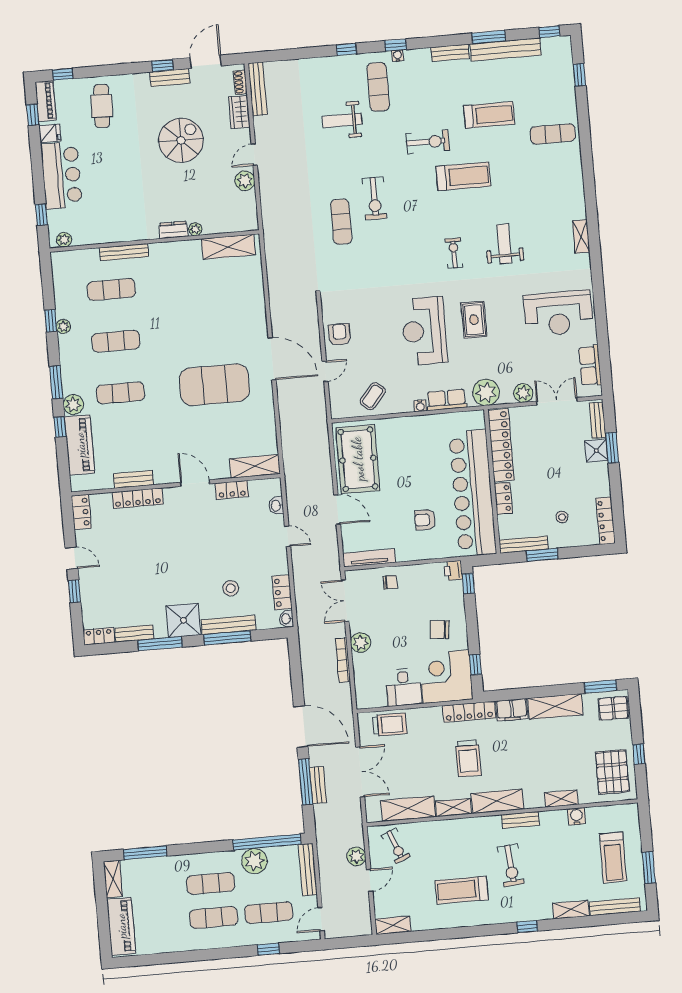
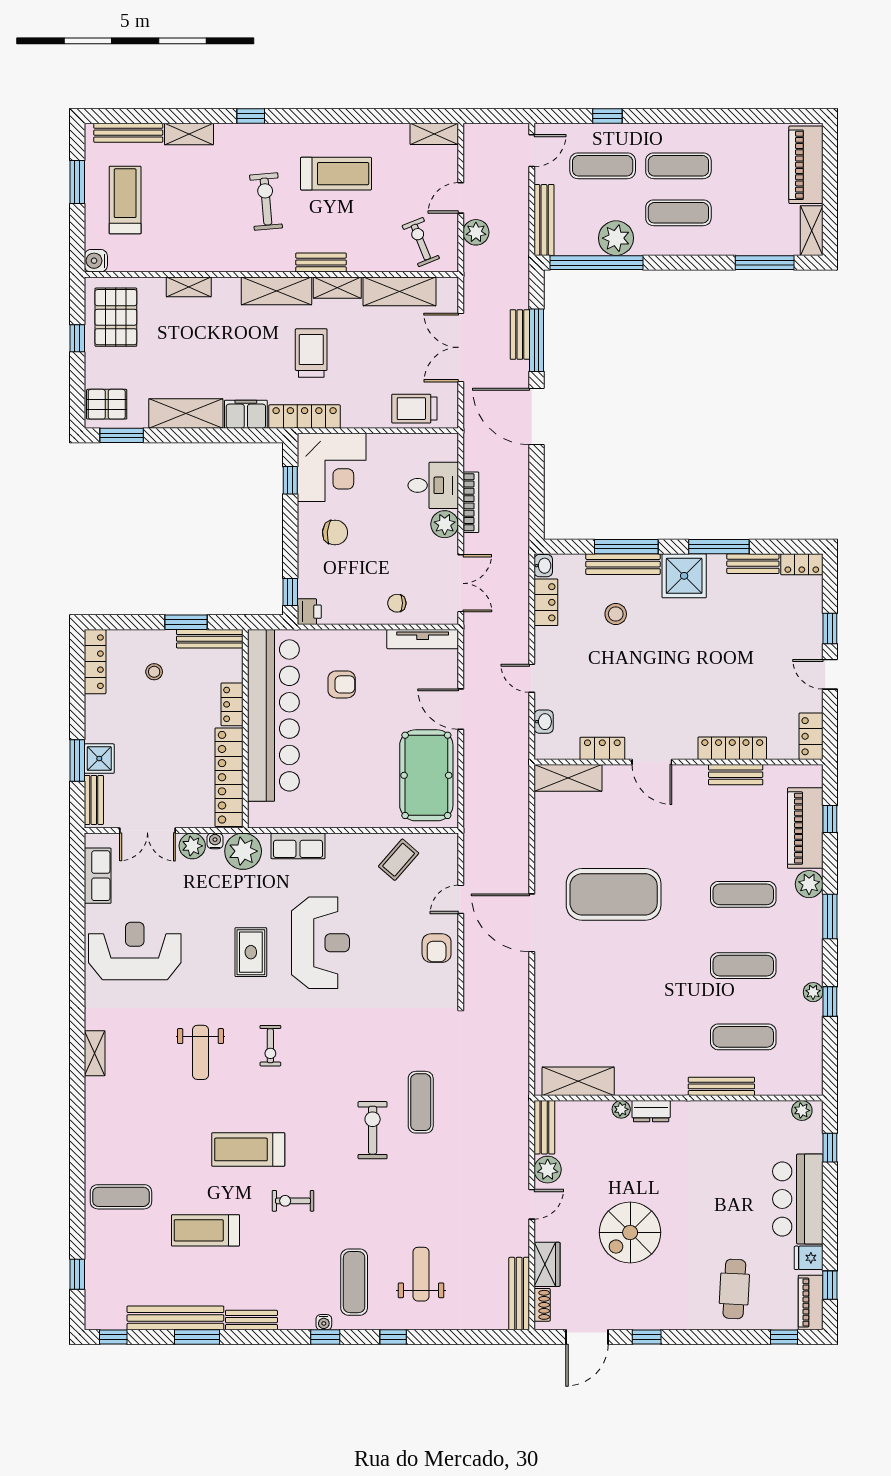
bench: (170, 78) -> (544, 1127), moved, turned 90
weight bench: (342, 120) -> (421, 1274), moved, turned -90
exercise bike: (428, 142) -> (293, 1201), width x0.73, depth x0.72
water cooler: (420, 406) -> (215, 841), moved
window: (60, 427) -> (830, 819), moved
desk: (404, 687) -> (433, 485), moved, turned 90
water cooler: (577, 816) -> (96, 261), moved, turned 90
bench: (520, 820) -> (321, 262), moved

